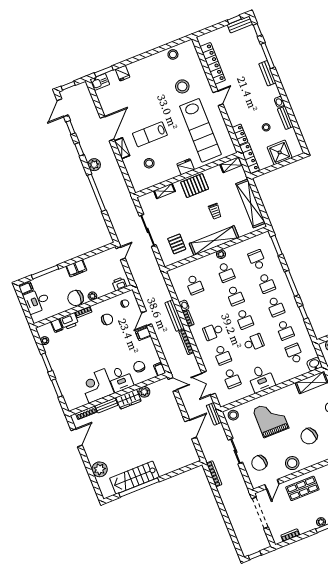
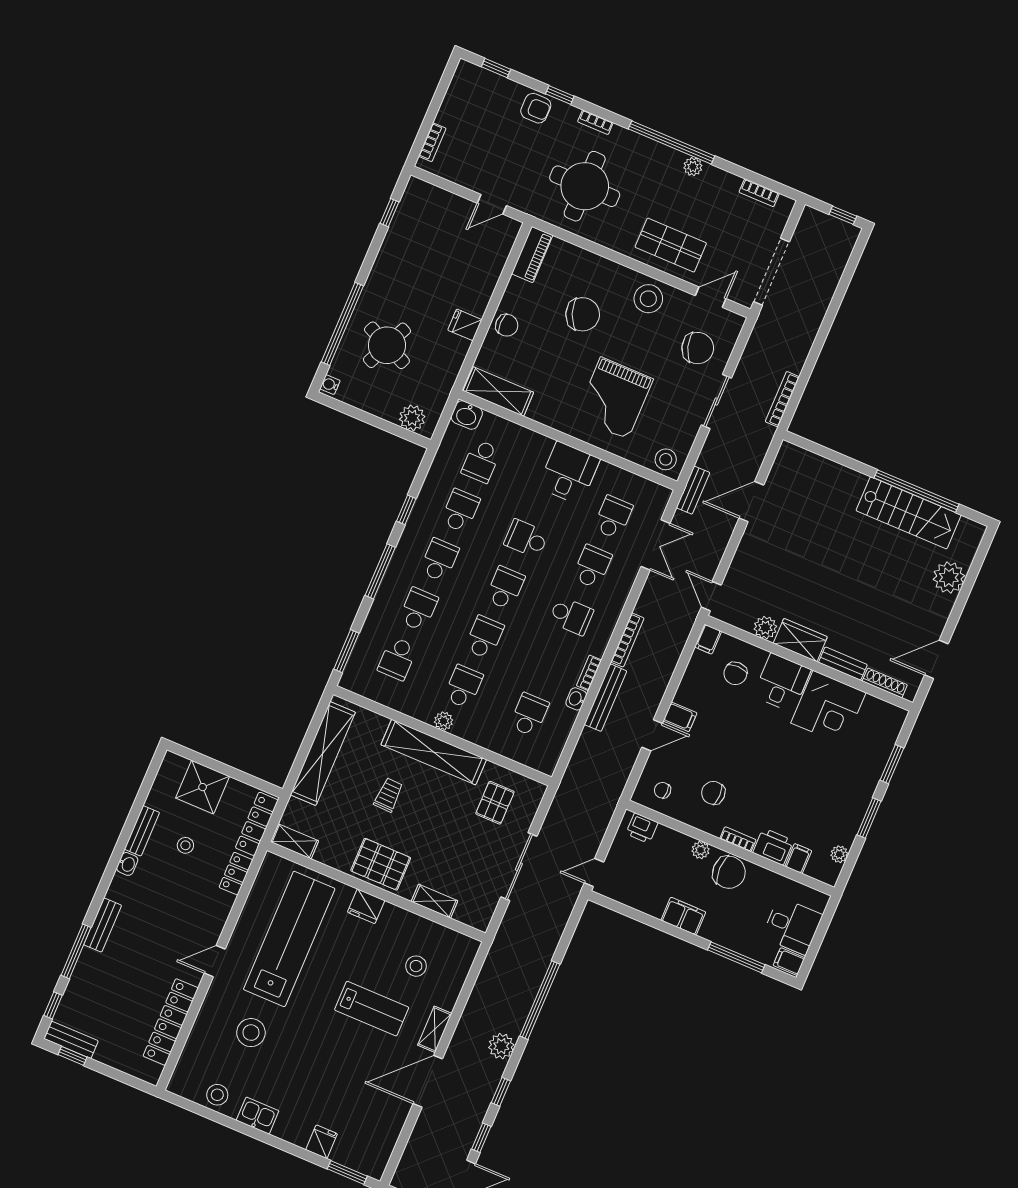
kitchen sink: (100, 82) -> (258, 1116), moved

